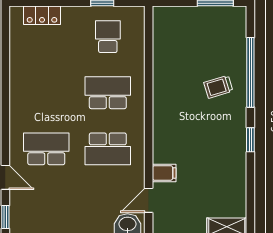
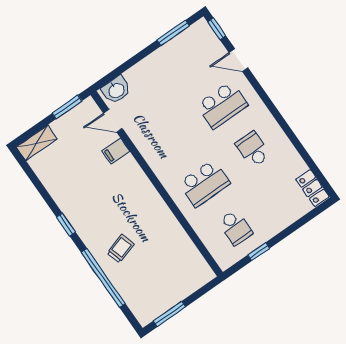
locker: (42, 15) -> (312, 188), moved, turned -90
school desk: (108, 149) -> (253, 149), moved, width x0.54
door: (149, 200) -> (113, 121), swing flipped

